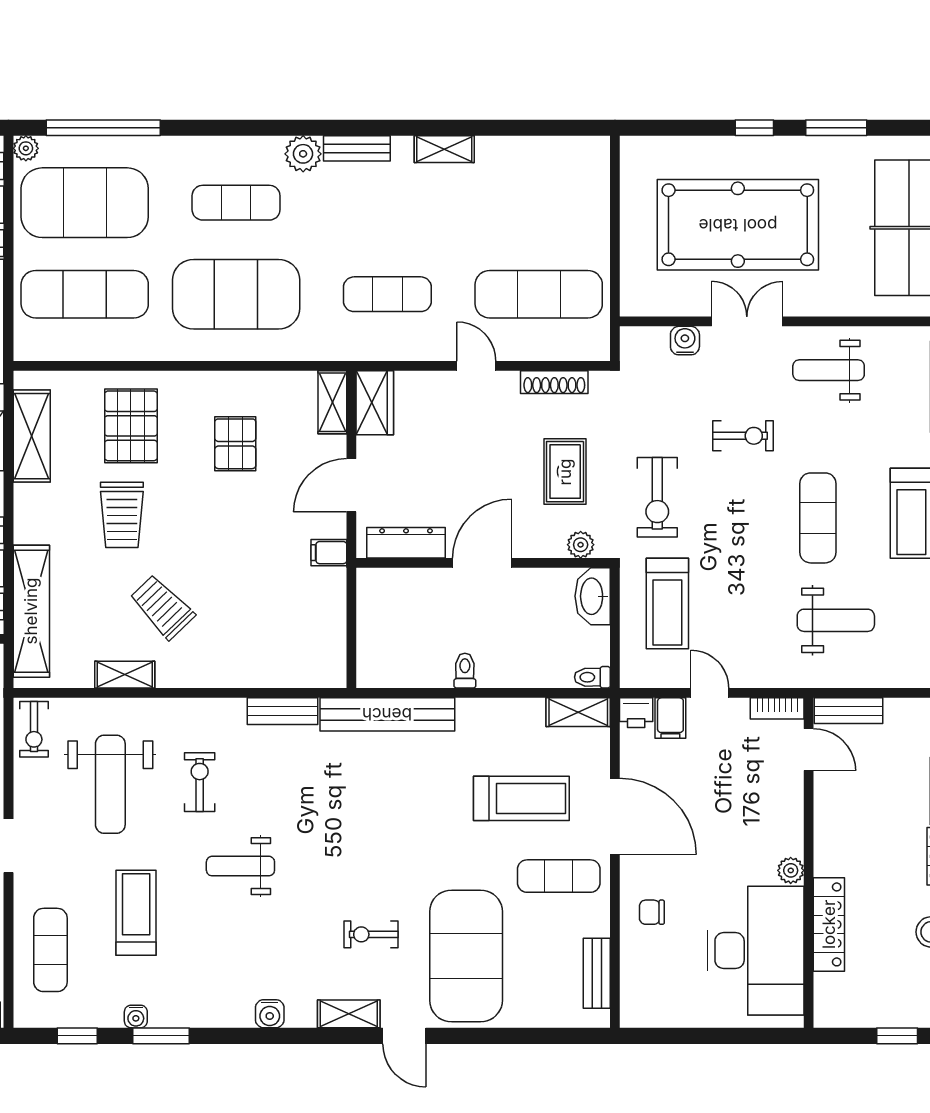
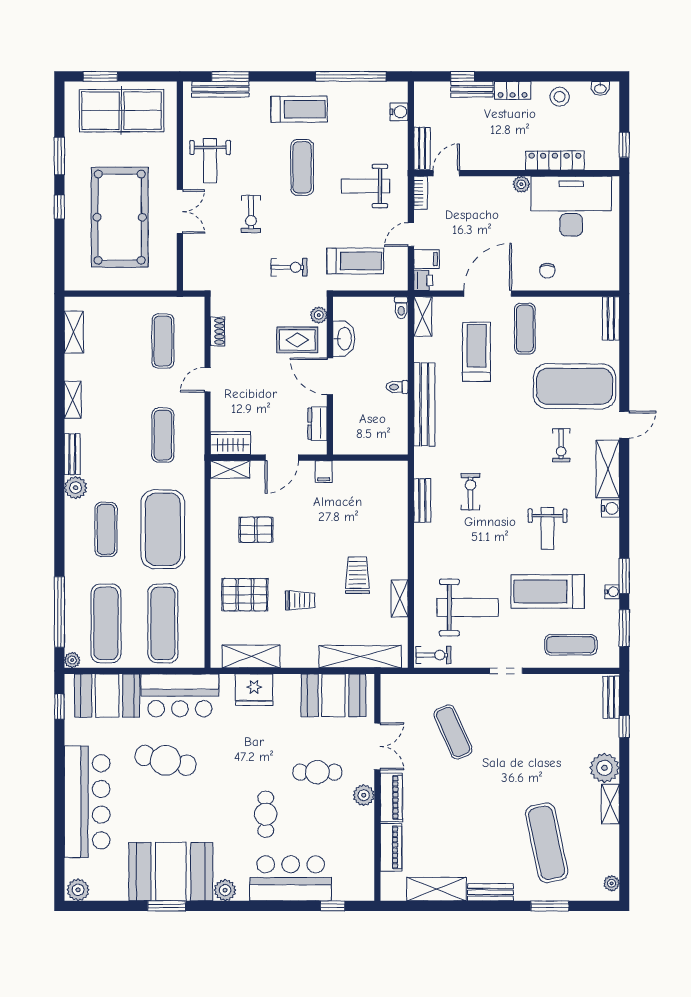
shelving: (553, 151) -> (74, 332), added
exercise mat: (85, 203) -> (106, 623), width x0.68
exercise mat: (539, 294) -> (163, 341), width x0.73, depth x0.69
double door: (747, 321) -> (180, 212), swing flipped
water cooler: (685, 341) -> (399, 112), moved, turned 180
shoe rack: (554, 382) -> (218, 331), width x0.70
exercise bike: (743, 436) -> (251, 214), turned 180
rug: (565, 472) -> (297, 340), moved
door: (351, 485) -> (282, 458), hinge flipped
exercise bike: (657, 497) -> (289, 267), width x0.73, depth x0.72
trolley: (122, 515) -> (300, 600), width x0.73, depth x0.72
exercise mat: (818, 518) -> (302, 167), turned 90
dresser: (406, 543) -> (317, 424), width x0.70
washbasin: (593, 596) -> (344, 339), moved, turned -90
trolley: (162, 607) -> (357, 575), turned 134
weight bench: (836, 620) -> (366, 186), moved, turned -90
bench: (387, 714) -> (424, 404), moved
exercise bike: (200, 782) -> (471, 492), moved, turned 90
weight bench: (240, 866) -> (548, 528), moved
treadmill: (136, 913) -> (548, 592), width x1.37, depth x1.38
bench: (597, 973) -> (611, 318), moved, turned 90
shelving: (349, 1014) -> (608, 469), width x1.50, depth x1.33
window: (77, 1036) -> (624, 628), width x1.50
window: (897, 1036) -> (624, 145), moved

